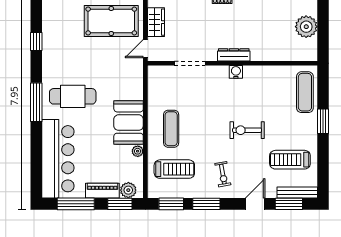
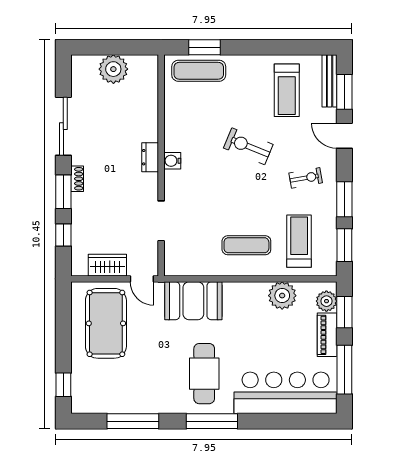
window: (36, 42) -> (133, 421), width x2.17
dresser: (234, 55) -> (150, 157), width x0.70
window: (323, 121) -> (205, 47), moved
booth: (129, 123) -> (193, 301), moved
exercise bike: (247, 130) -> (248, 146), turned 112
plant: (138, 151) -> (282, 296), width x1.88, depth x1.88

